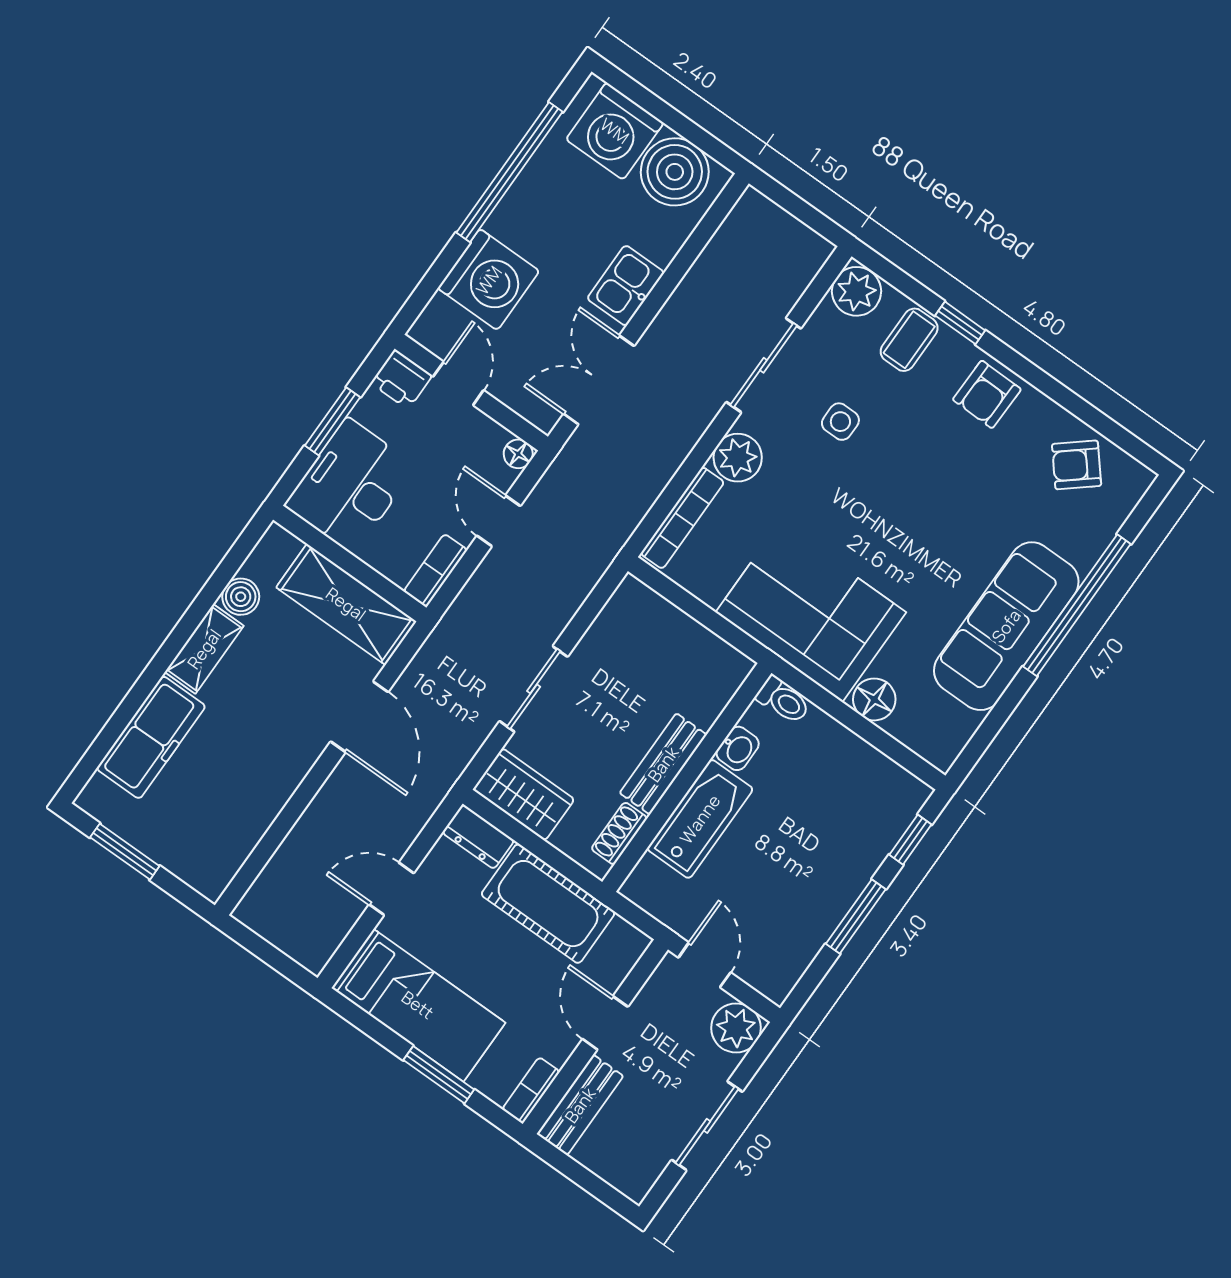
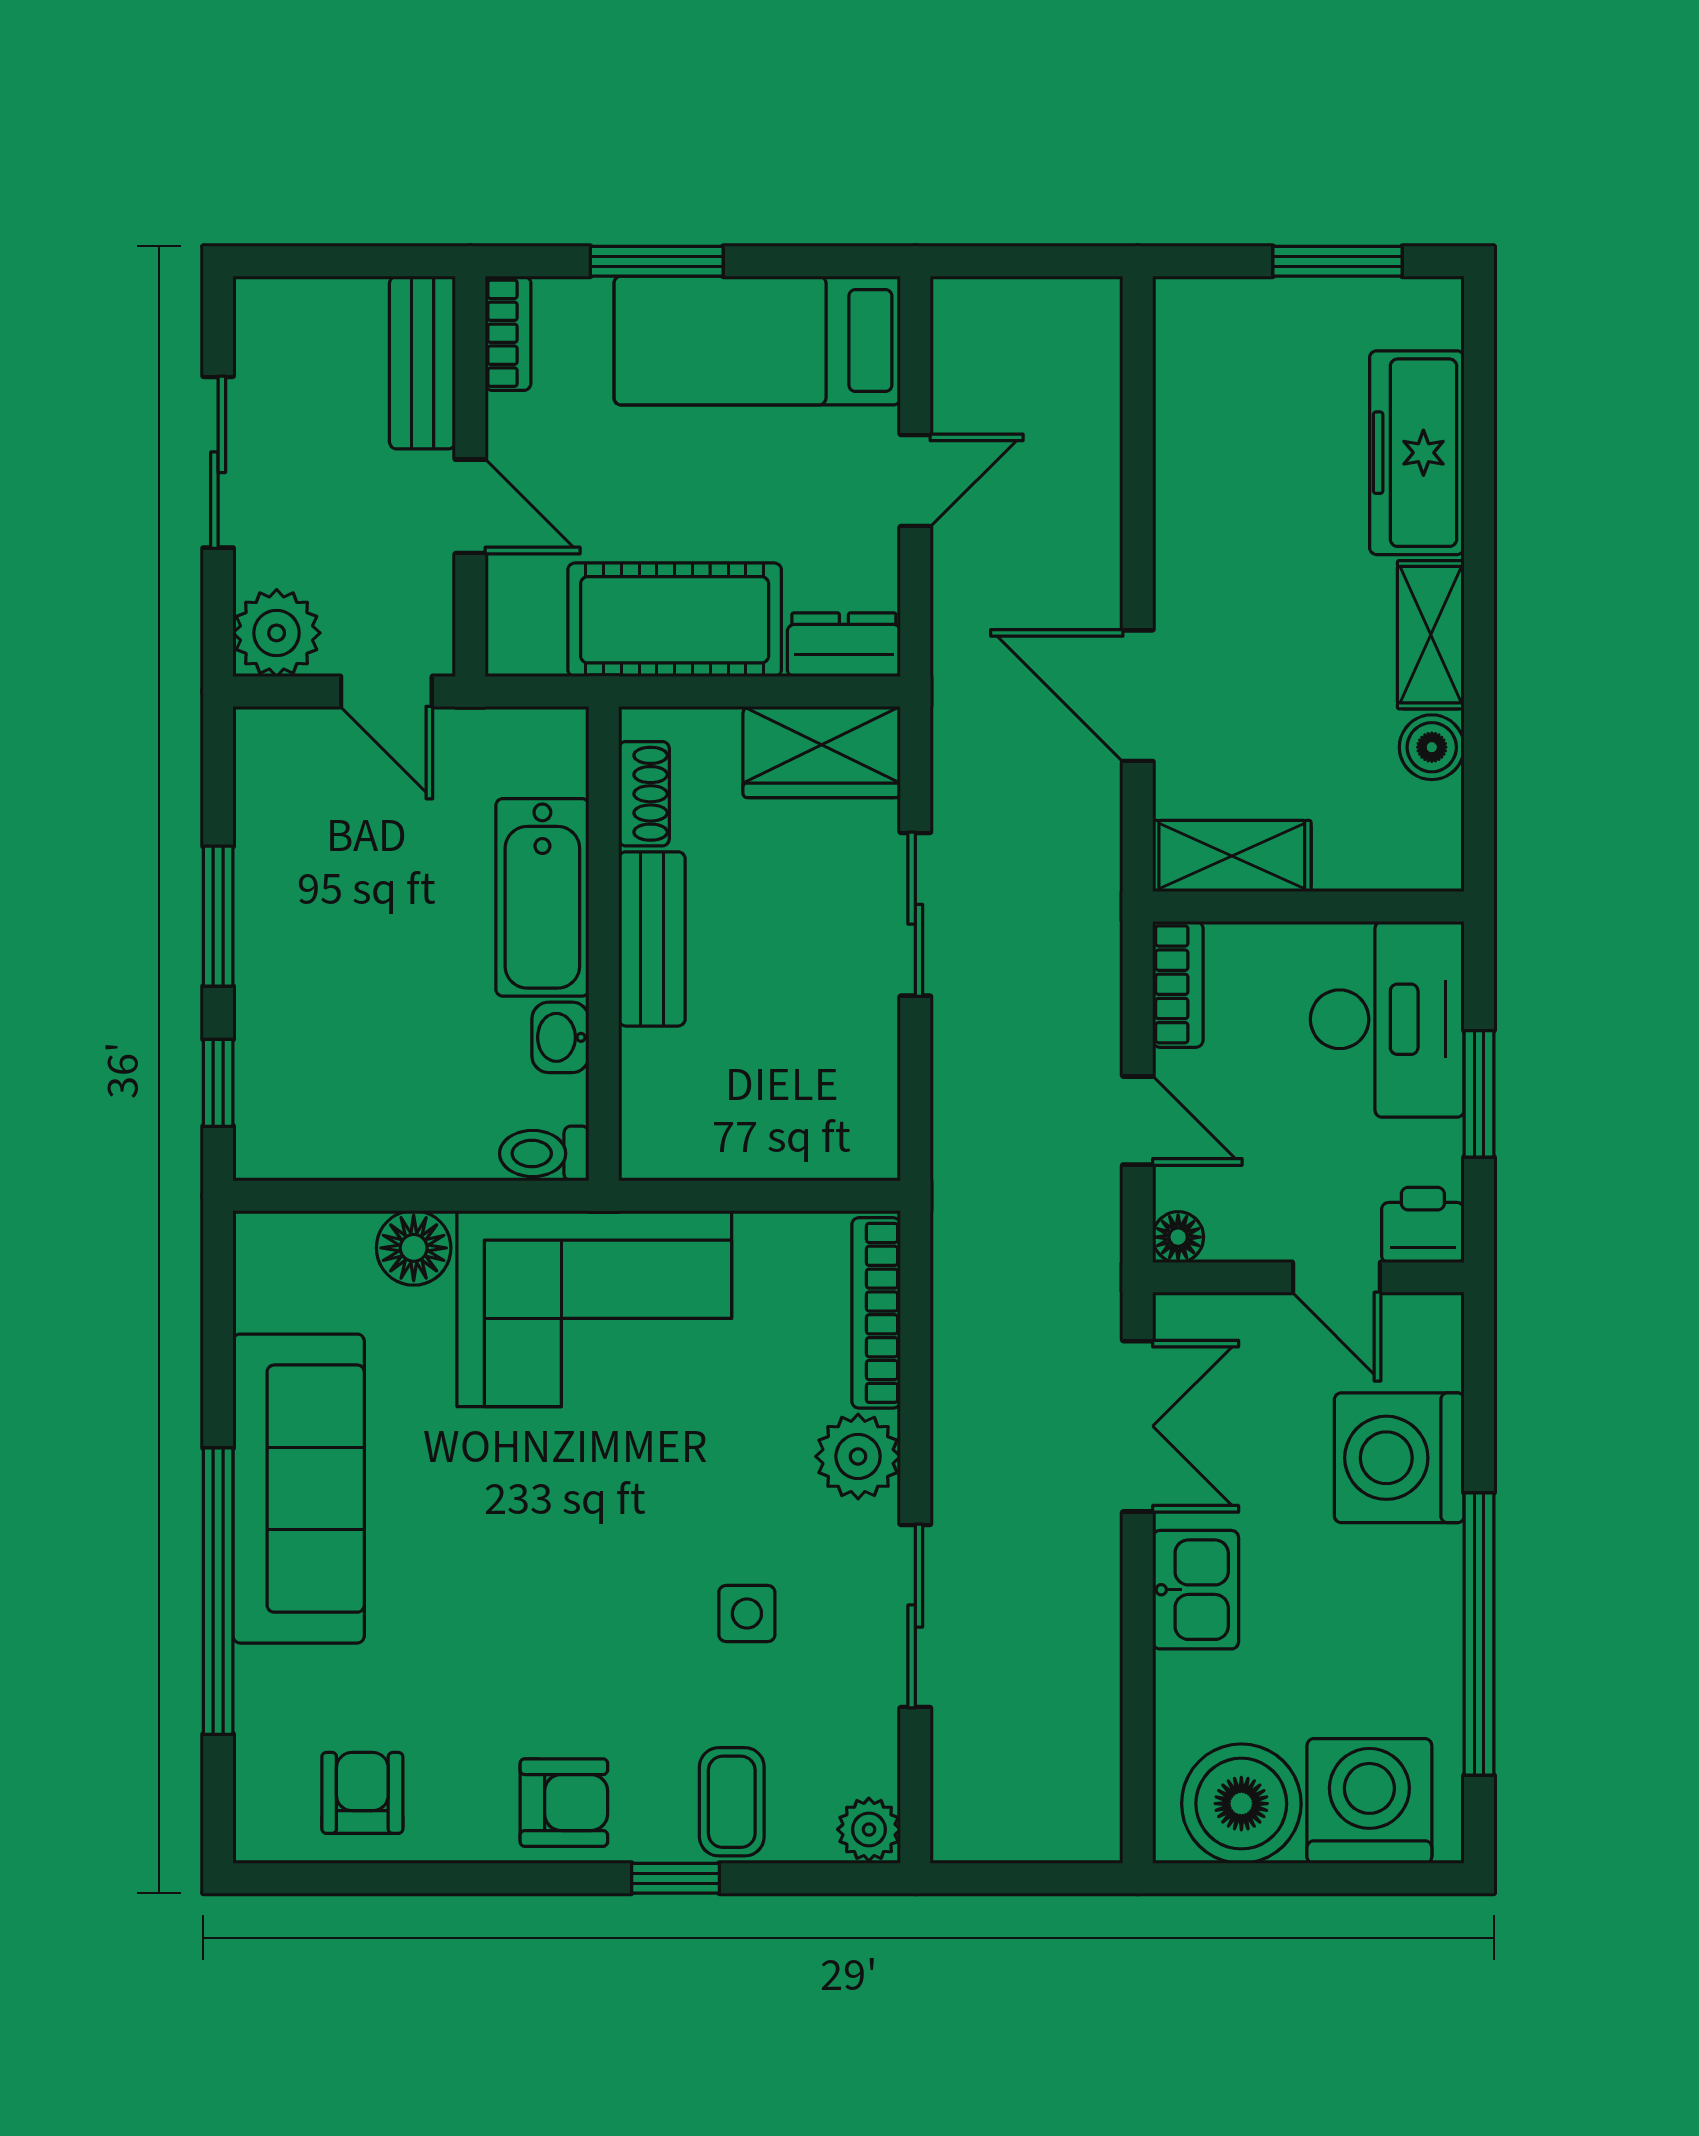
plant: (856, 291) -> (869, 1829), width x0.73, depth x0.73
armchair: (987, 394) -> (564, 1803), turned 89
armchair: (1077, 465) -> (362, 1793), turned -50
shelving: (346, 604) -> (1232, 856), width x0.67, depth x0.75

